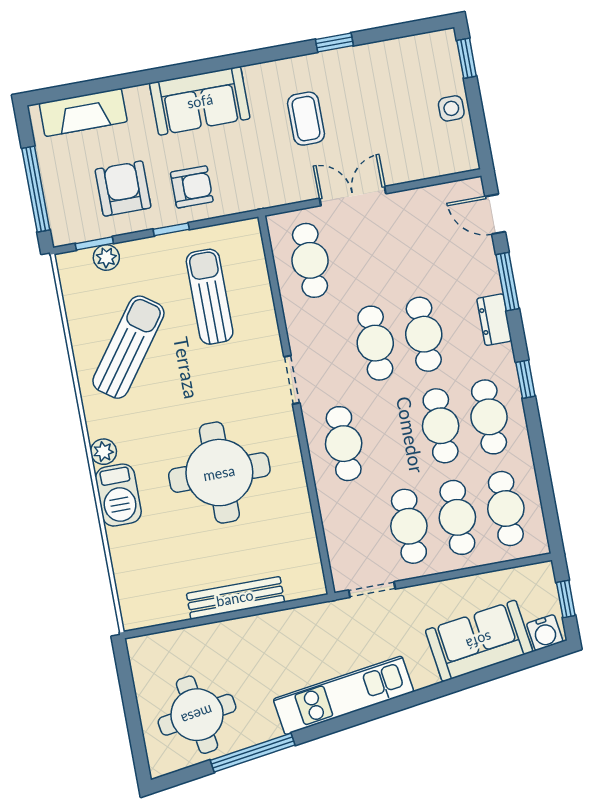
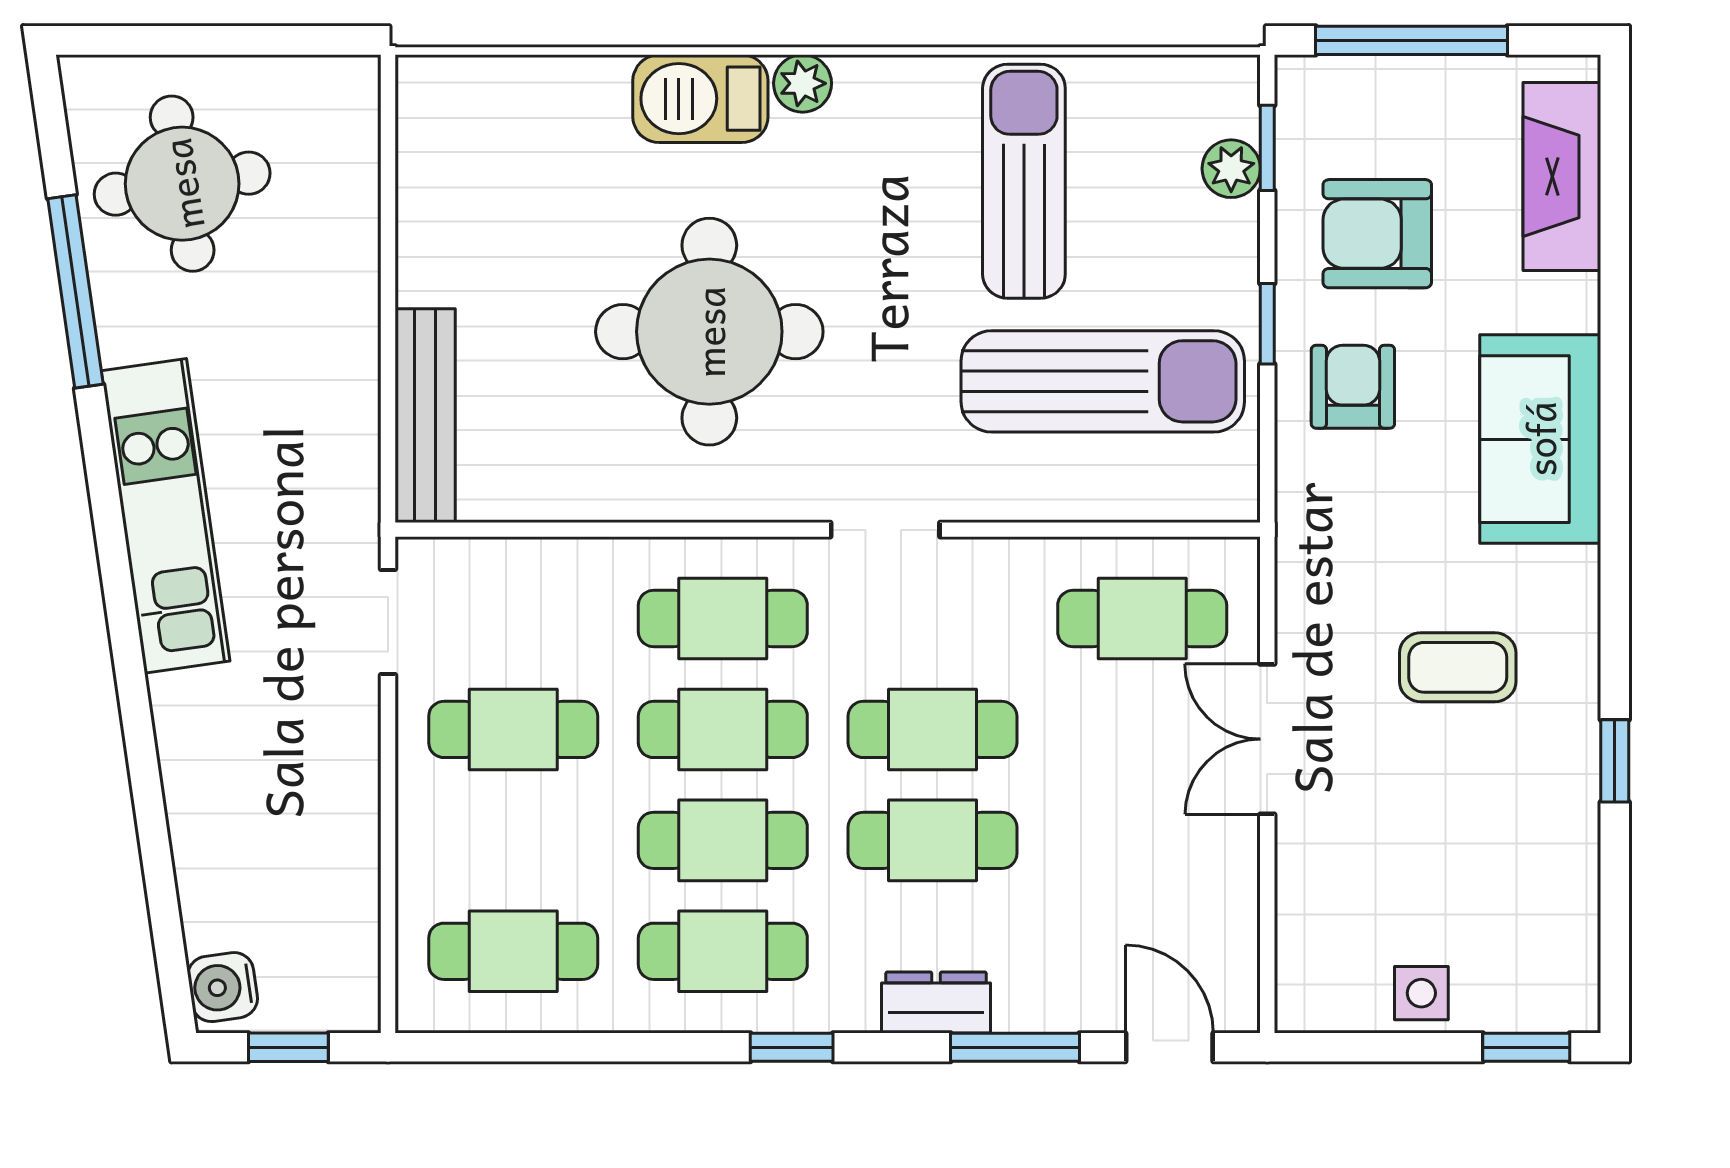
armchair: (192, 187) -> (1353, 387), turned 180
armchair: (123, 189) -> (1377, 234), turned 180
double door: (353, 196) -> (1267, 739), swing flipped
door: (495, 214) -> (1169, 1047), hinge flipped
sun lounger: (210, 297) -> (1103, 381), width x1.36, depth x1.34
sun lounger: (128, 347) -> (1024, 181), turned -126
cafe table: (457, 517) -> (723, 729), moved
bench: (235, 598) -> (425, 416), moved
sofa: (479, 641) -> (231, 838), removed

